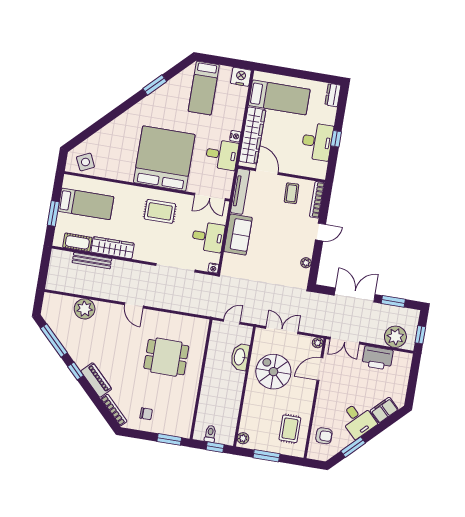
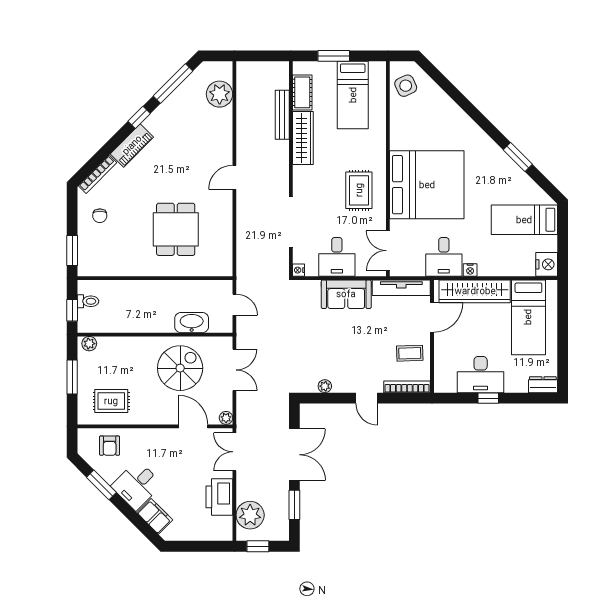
plant: (85, 309) -> (220, 94), moved

